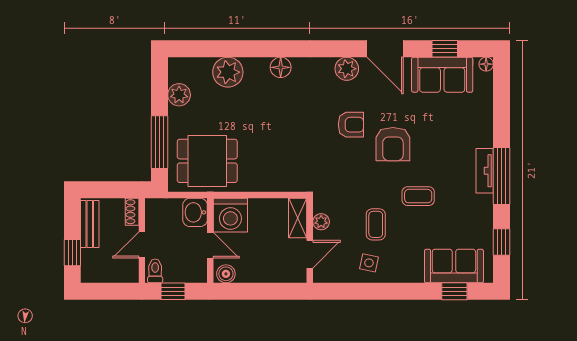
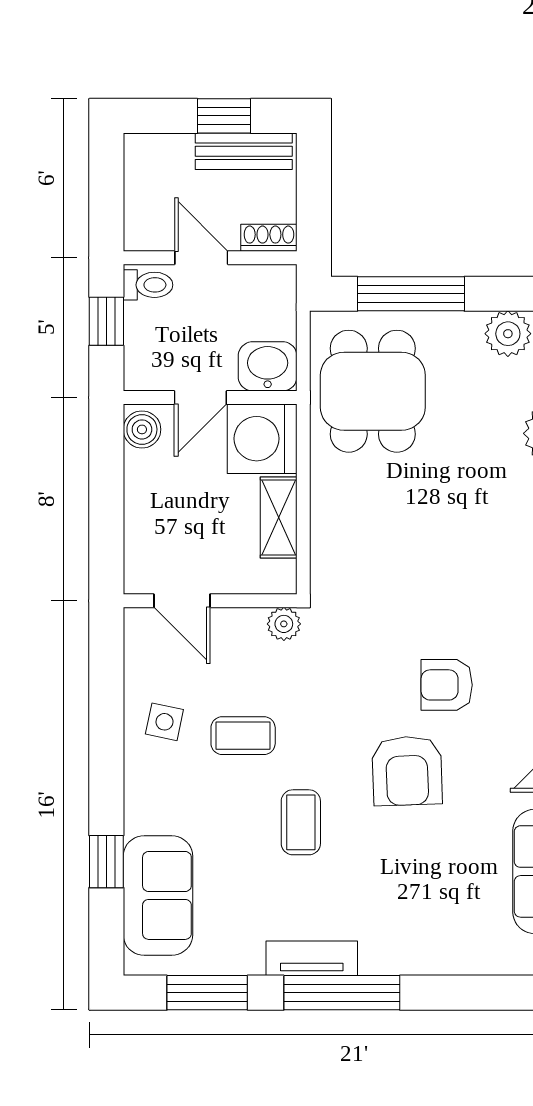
armchair: (351, 125) -> (447, 685), turned 90
armchair: (393, 144) -> (407, 771), turned -92
tv unit: (485, 171) -> (312, 958), moved
shelving: (298, 218) -> (279, 518), moved, turned 90
plant: (321, 222) -> (284, 624), moved
window: (501, 242) -> (207, 993), width x1.50
window: (72, 253) -> (224, 116), moved
window: (454, 291) -> (106, 862), moved

